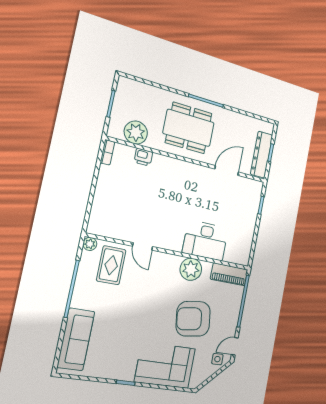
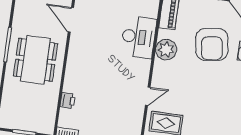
plant: (136, 132) -> (46, 109), removed

